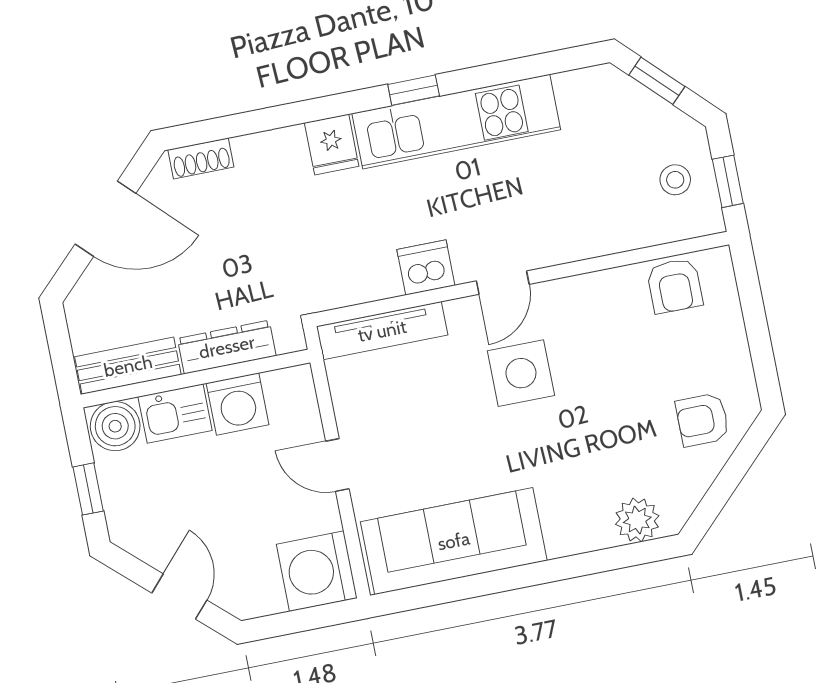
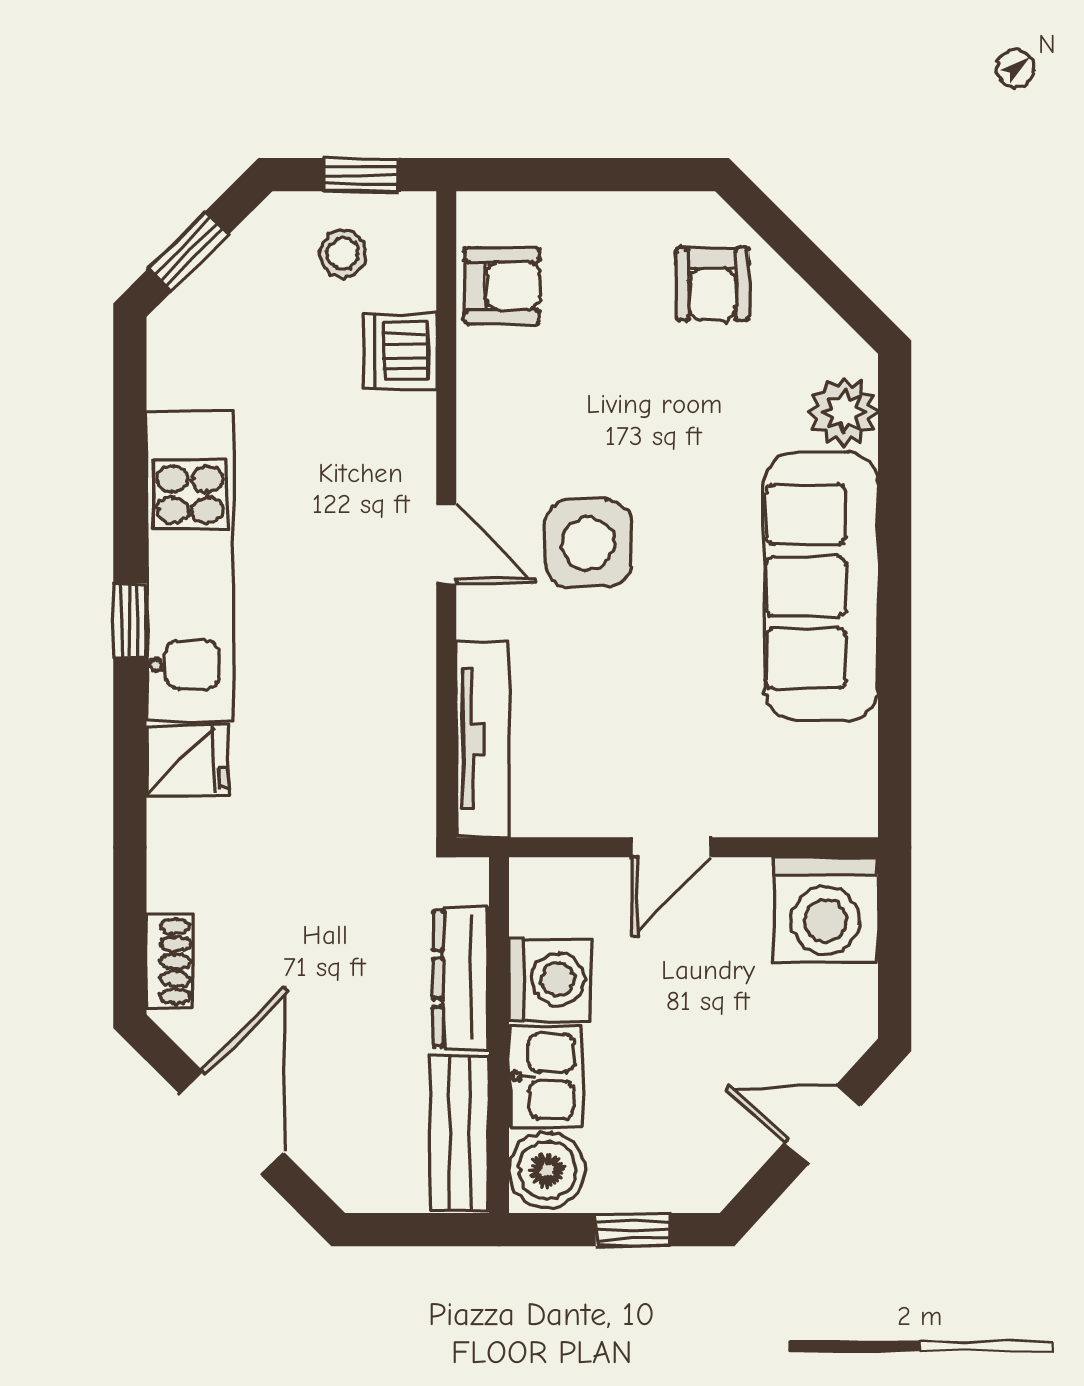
dishwasher: (426, 267) -> (401, 351), moved
sofa: (454, 541) -> (821, 586), moved

